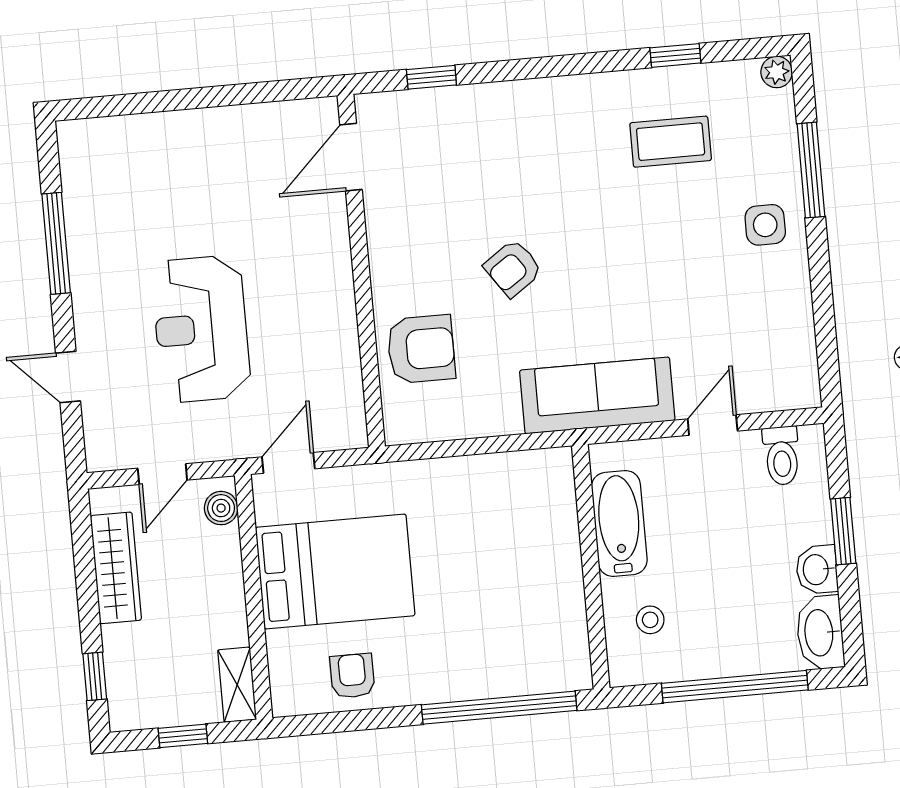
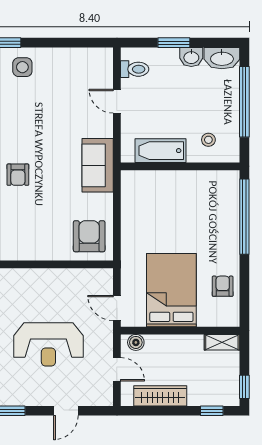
armchair: (513, 268) -> (18, 175), moved, turned 35
armchair: (421, 349) -> (89, 236), moved
sofa: (597, 395) -> (98, 165), width x0.73
armchair: (352, 676) -> (223, 286), turned 90
window: (183, 736) -> (244, 387), moved

